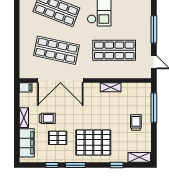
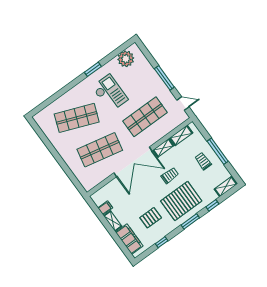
double door: (60, 81) -> (133, 162), moved
filing cabinet: (26, 87) -> (105, 208), moved
shelving: (133, 88) -> (181, 135), added
window: (154, 108) -> (218, 151), moved
trolley: (47, 118) -> (170, 175), moved
window: (75, 165) -> (190, 221), moved

